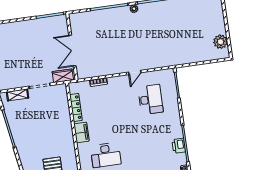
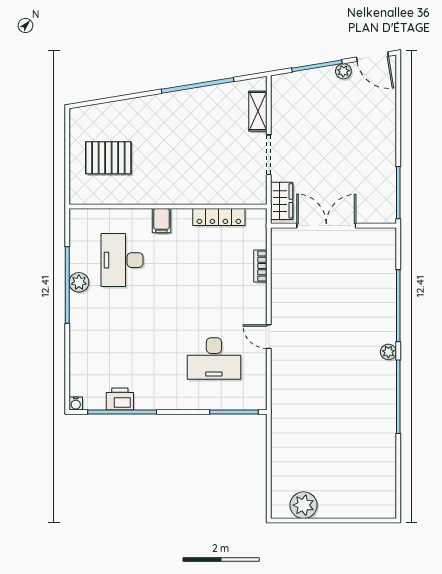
filing cabinet: (81, 132) -> (161, 221), width x0.50

